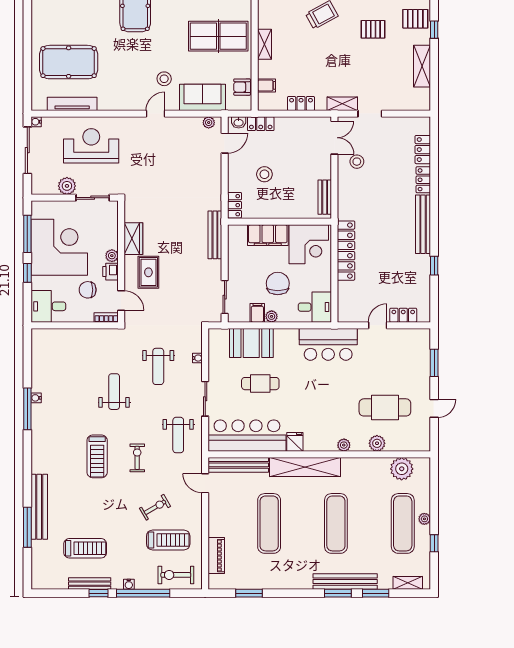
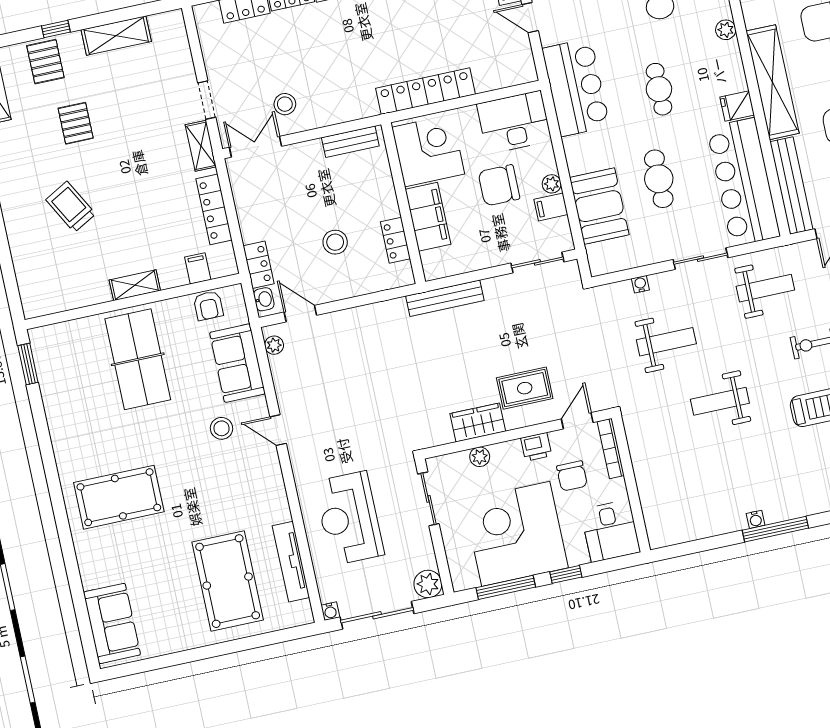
locker: (301, 104) -> (214, 209), width x1.53
plant: (67, 186) -> (428, 584), moved
locker: (235, 205) -> (395, 240), moved, turned -90
plant: (112, 256) -> (480, 457), moved
desk: (315, 307) -> (514, 122), width x1.37
bookcase: (106, 318) -> (611, 448), width x1.56
cafe table: (316, 396) -> (659, 89), added

